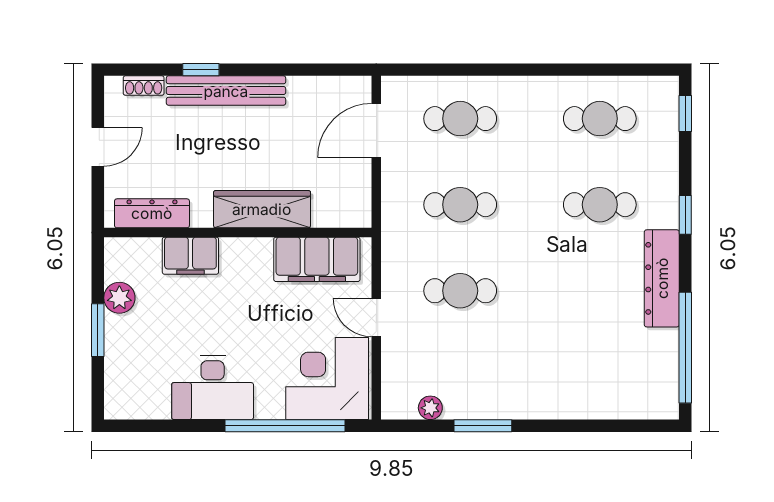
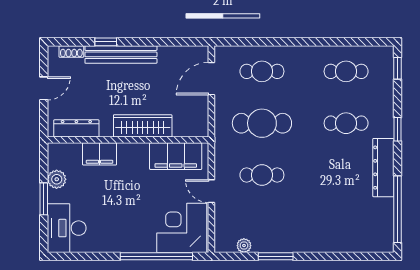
cafe table: (460, 205) -> (262, 123), width x1.37, depth x1.35
desk: (213, 388) -> (67, 228), moved, turned 90

